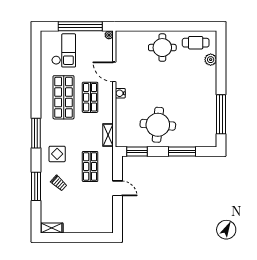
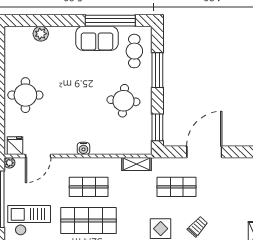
fridge: (123, 39) -> (15, 146), added
cafe table: (196, 43) -> (134, 51), moved
door: (114, 72) -> (38, 156), moved
sofa: (207, 104) -> (97, 38), added
round table: (158, 125) -> (123, 101), width x0.73, depth x0.73
door: (118, 188) -> (204, 152), width x1.87

